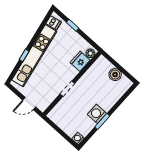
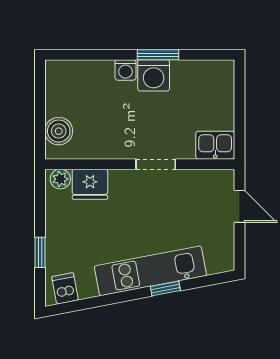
kitchen unit: (34, 56) -> (150, 271), width x0.73
boiler: (115, 75) -> (59, 131), moved
kitchen sink: (56, 114) -> (215, 145), added
washing machine: (78, 138) -> (125, 70), moved

